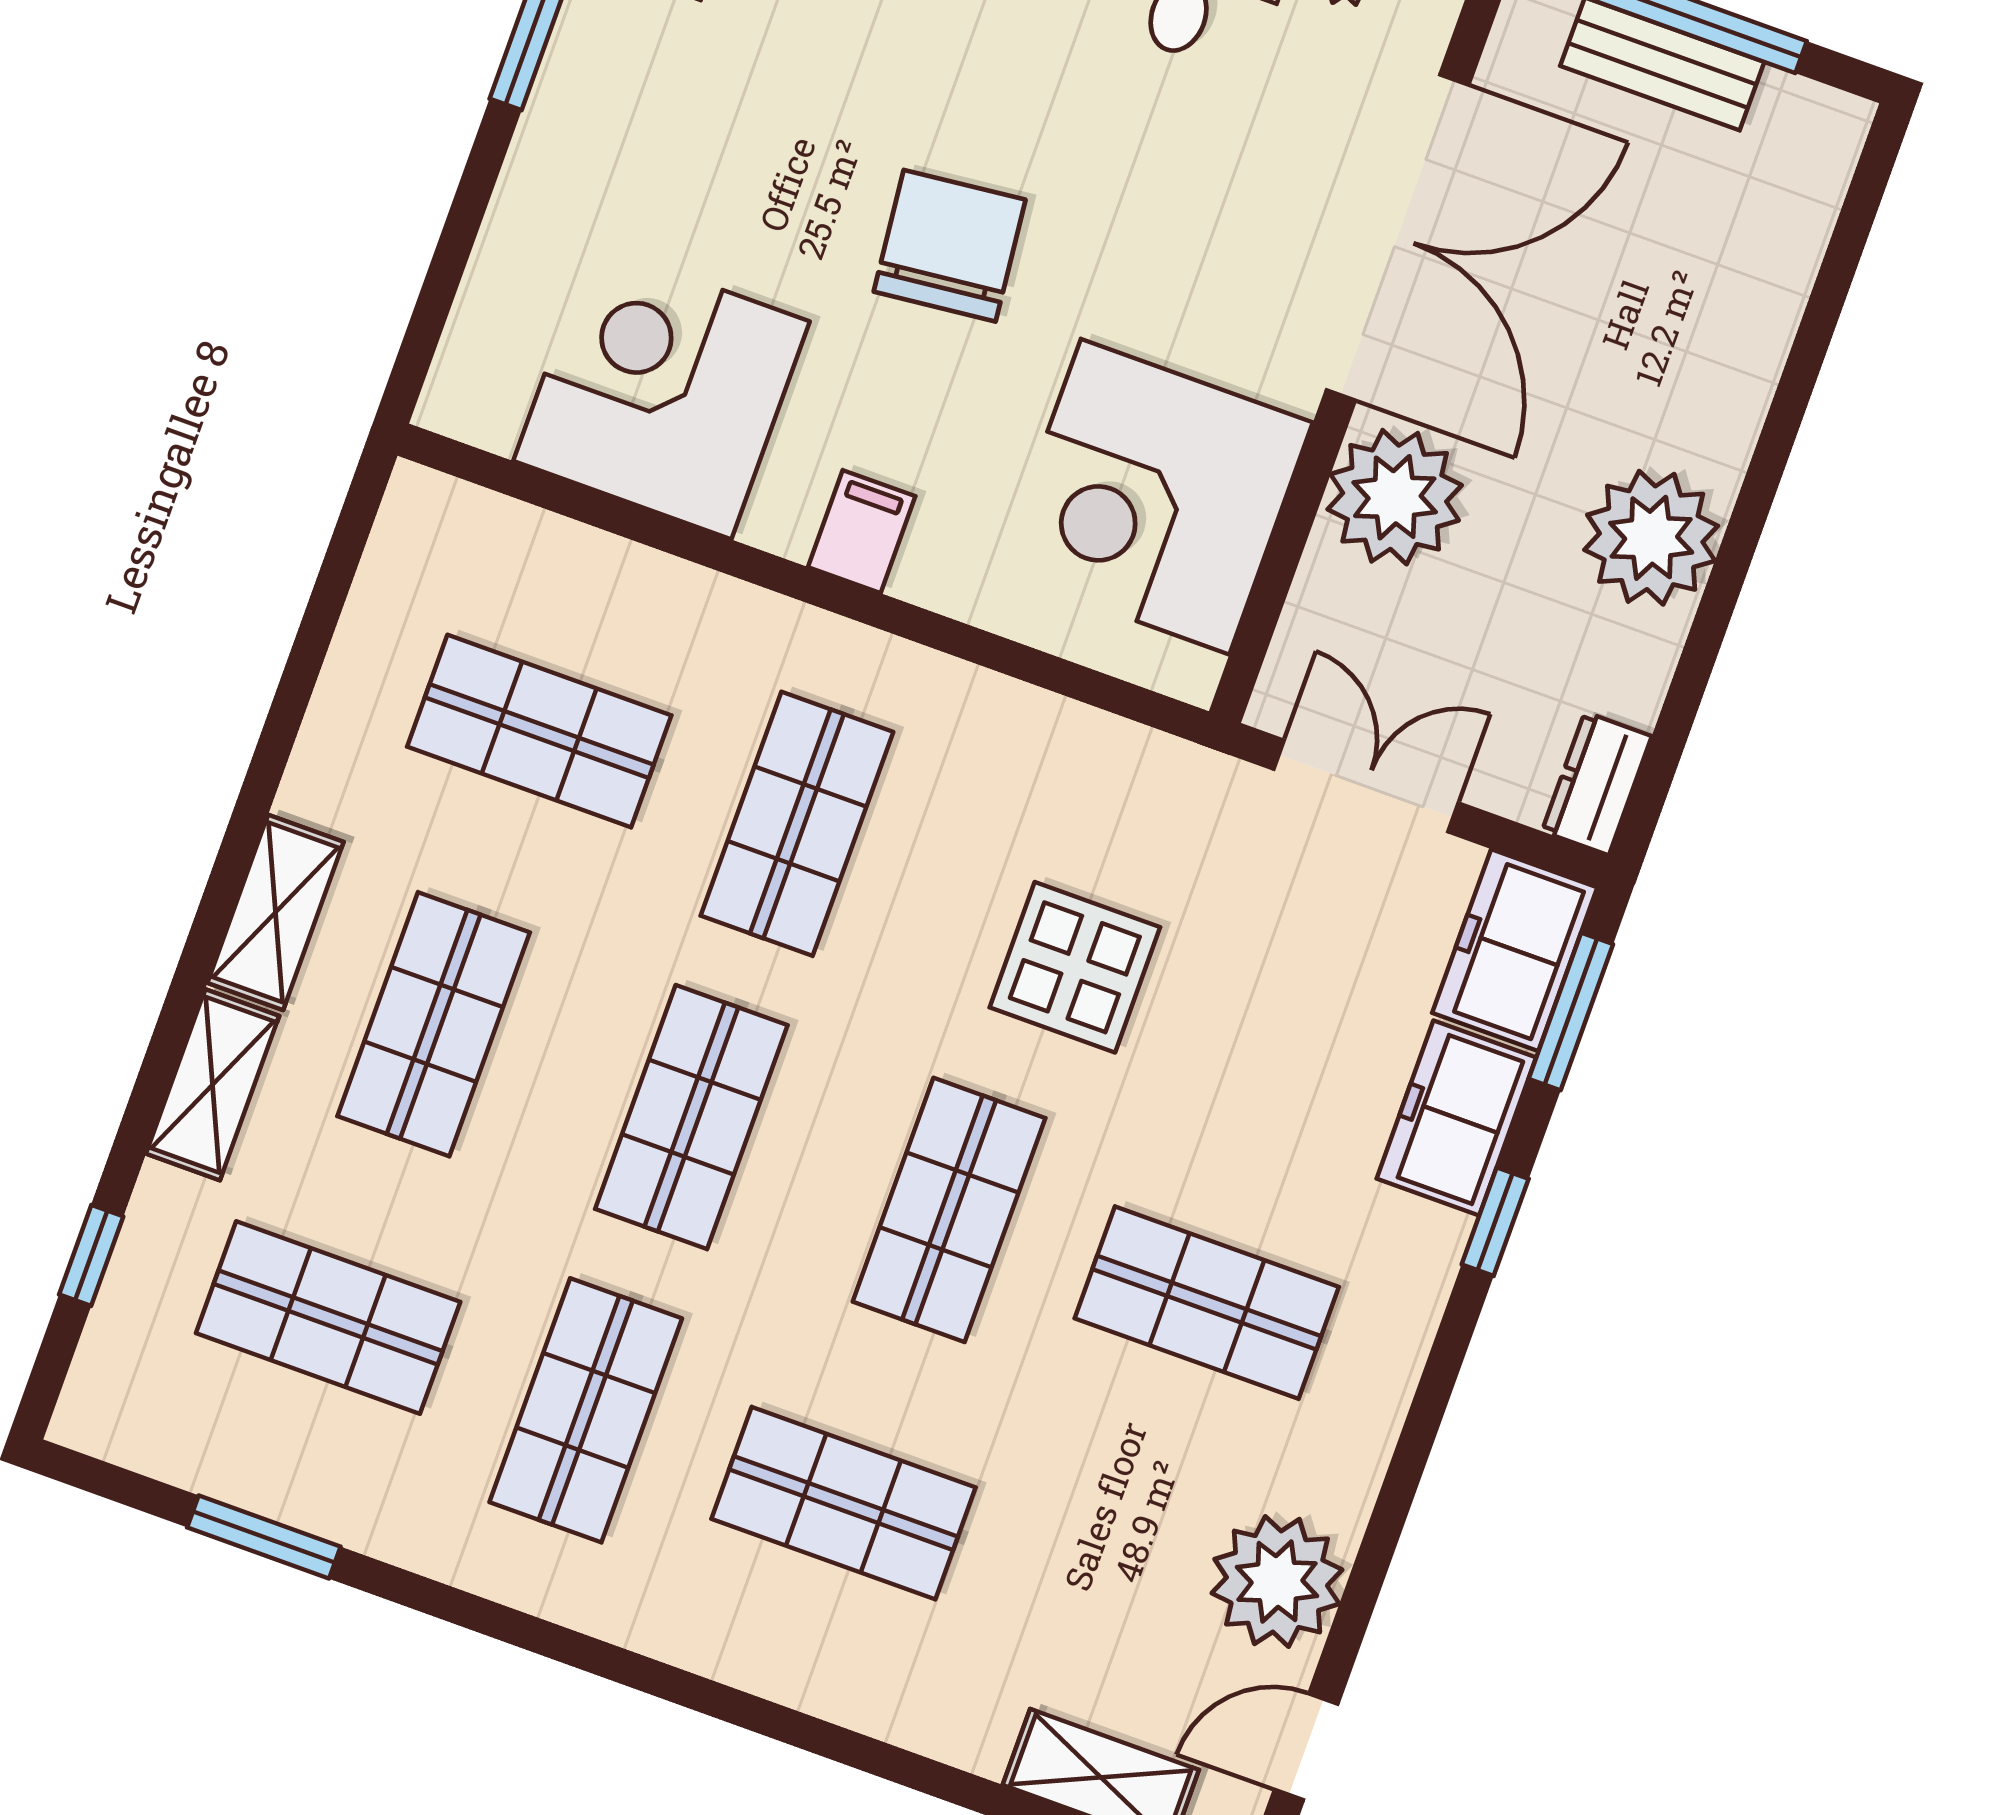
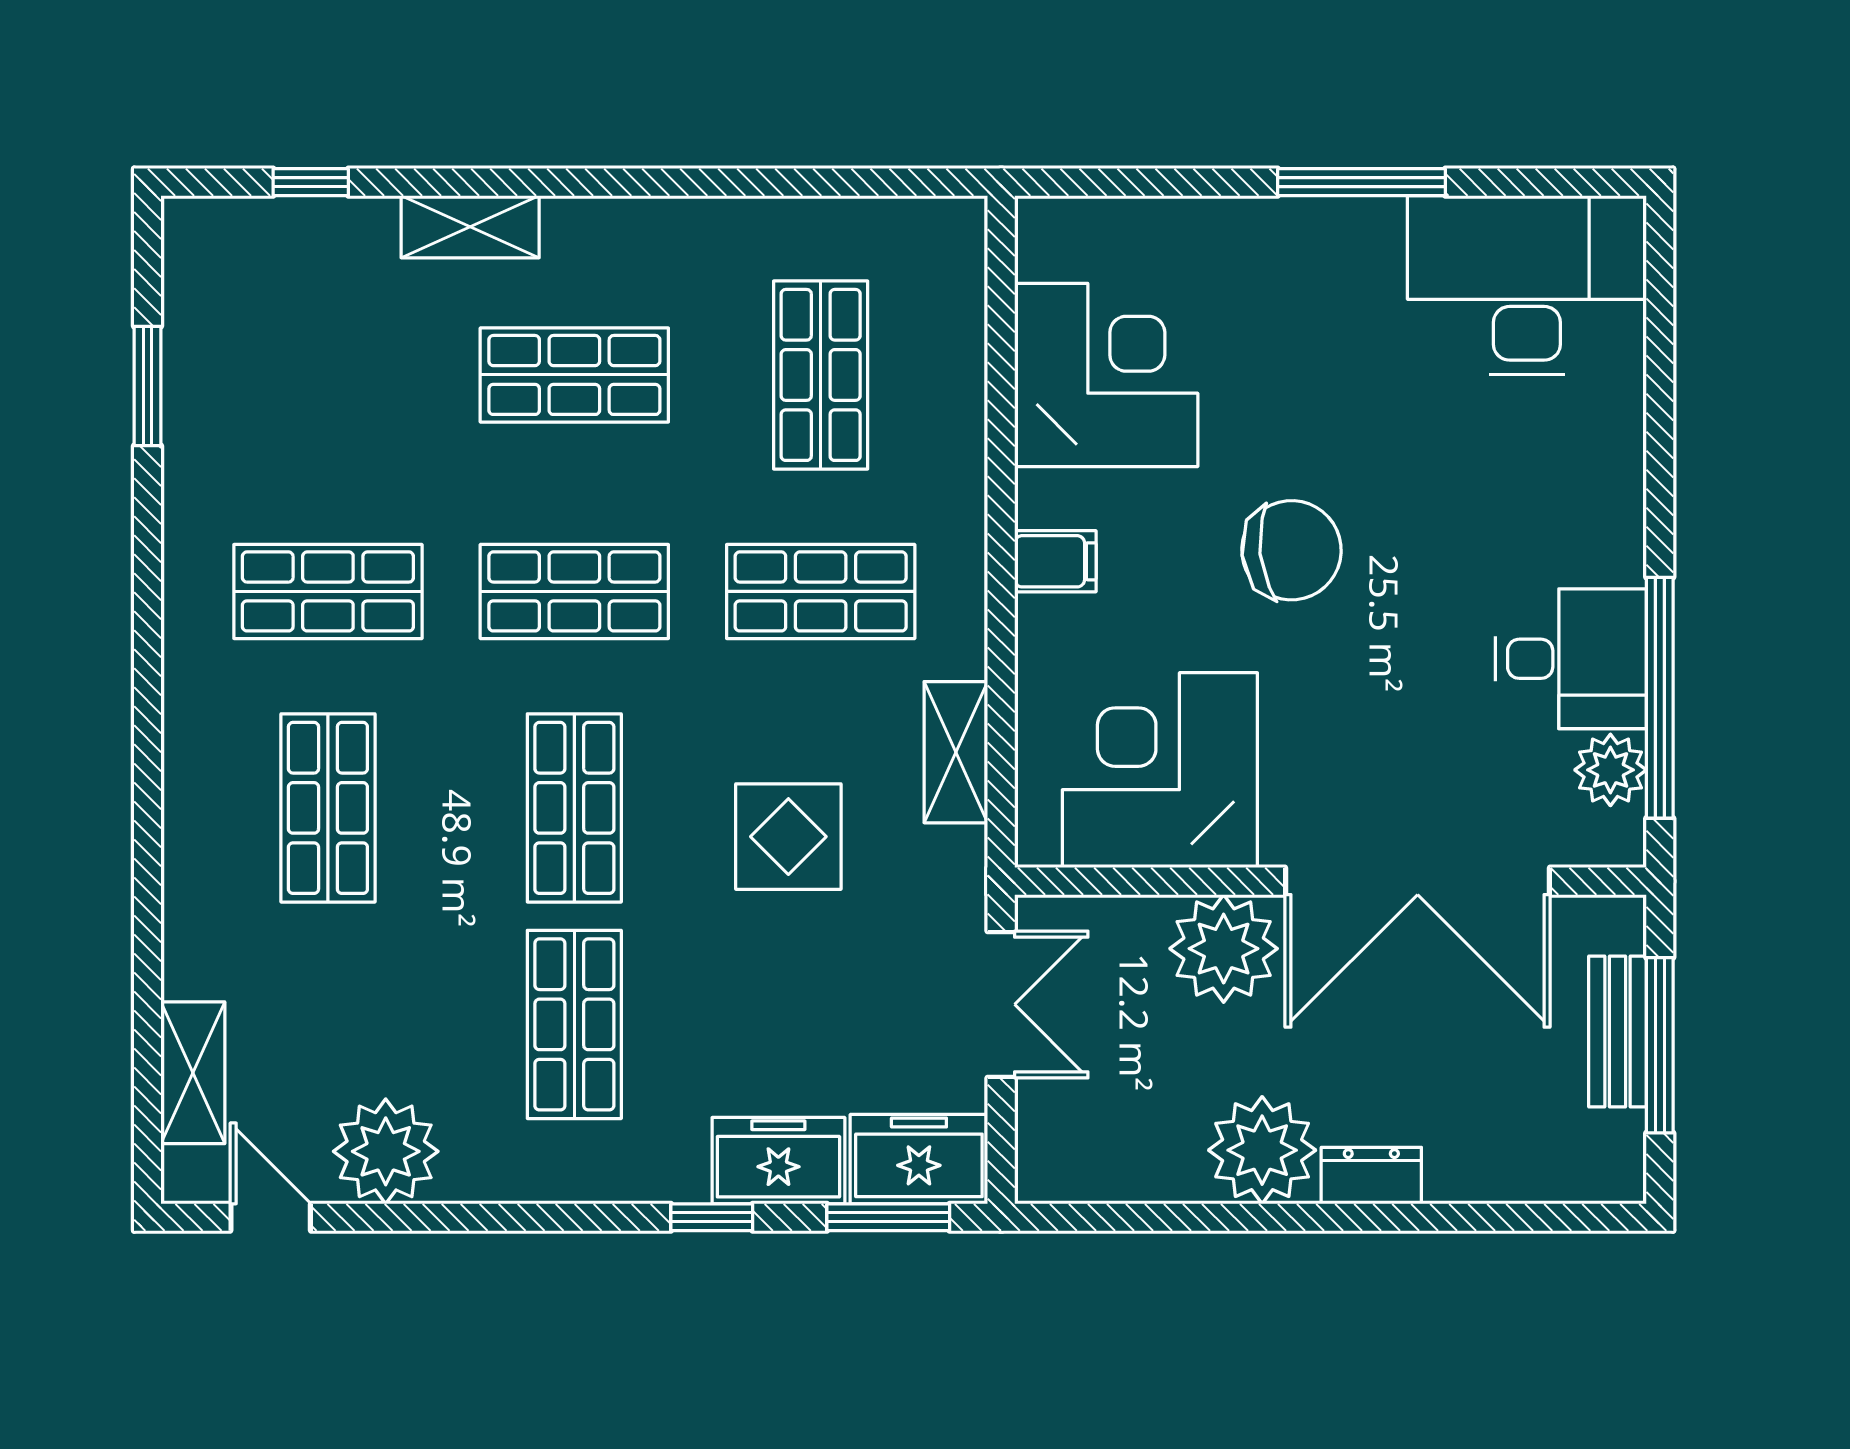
dresser: (1597, 784) -> (1371, 1176), moved
shelving: (276, 912) -> (956, 752), moved, turned 90
shop shelf: (949, 1210) -> (574, 808), turned 90
shop shelf: (328, 1318) -> (328, 375), removed

